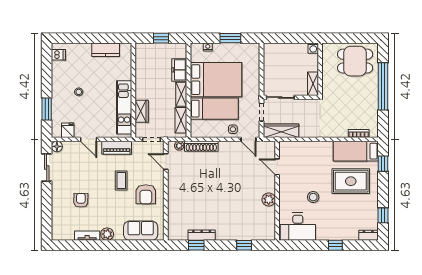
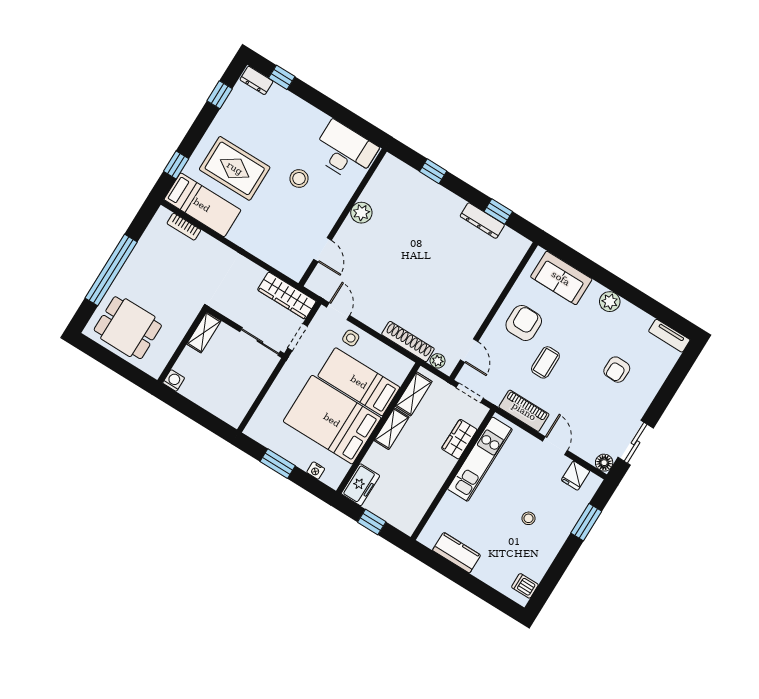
freezer: (179, 70) -> (360, 485), moved
tv unit: (87, 236) -> (669, 336), moved
window: (335, 245) -> (282, 77), moved

